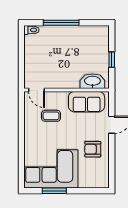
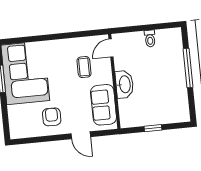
toilet: (31, 30) -> (150, 39), moved
washbasin: (92, 81) -> (124, 84), moved

